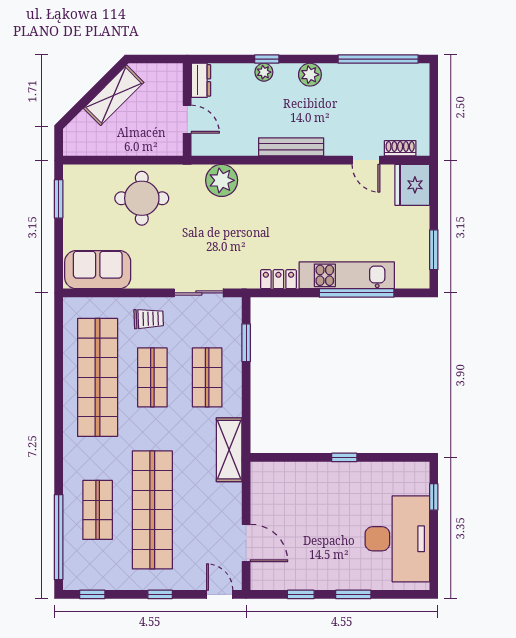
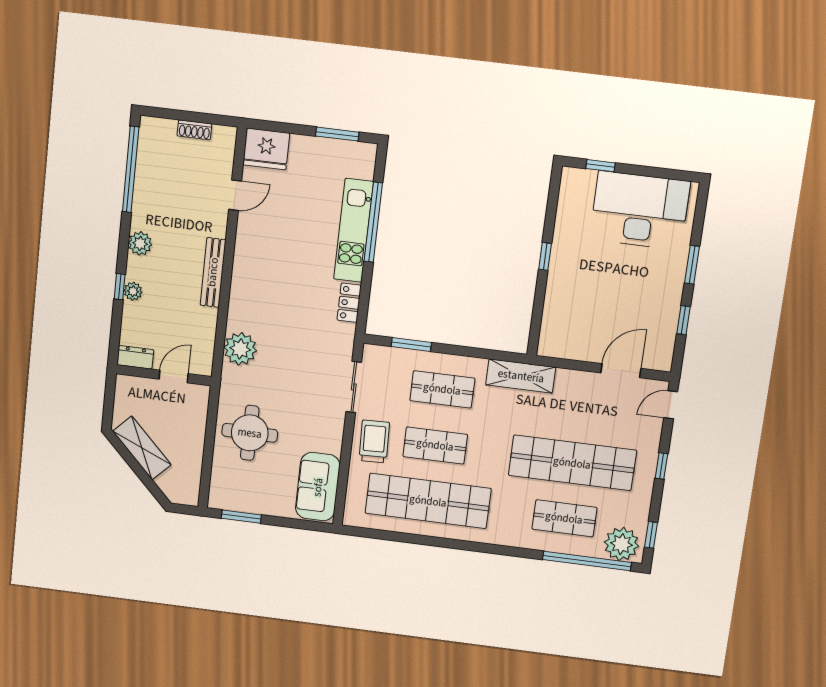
shoe rack: (400, 148) -> (194, 130), moved, turned -90
trolley: (149, 319) -> (374, 442), width x1.36, depth x1.39
plant: (80, 568) -> (621, 544), added

